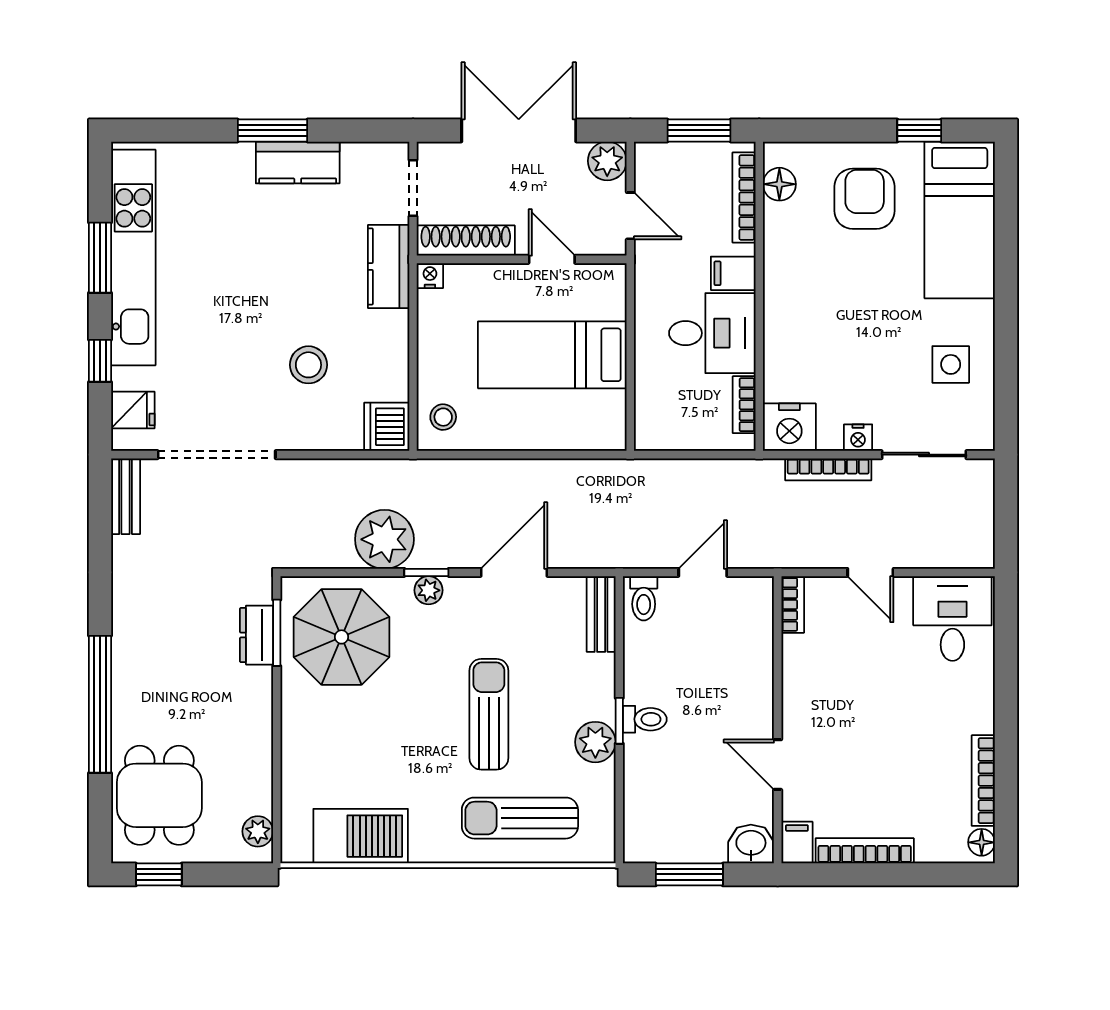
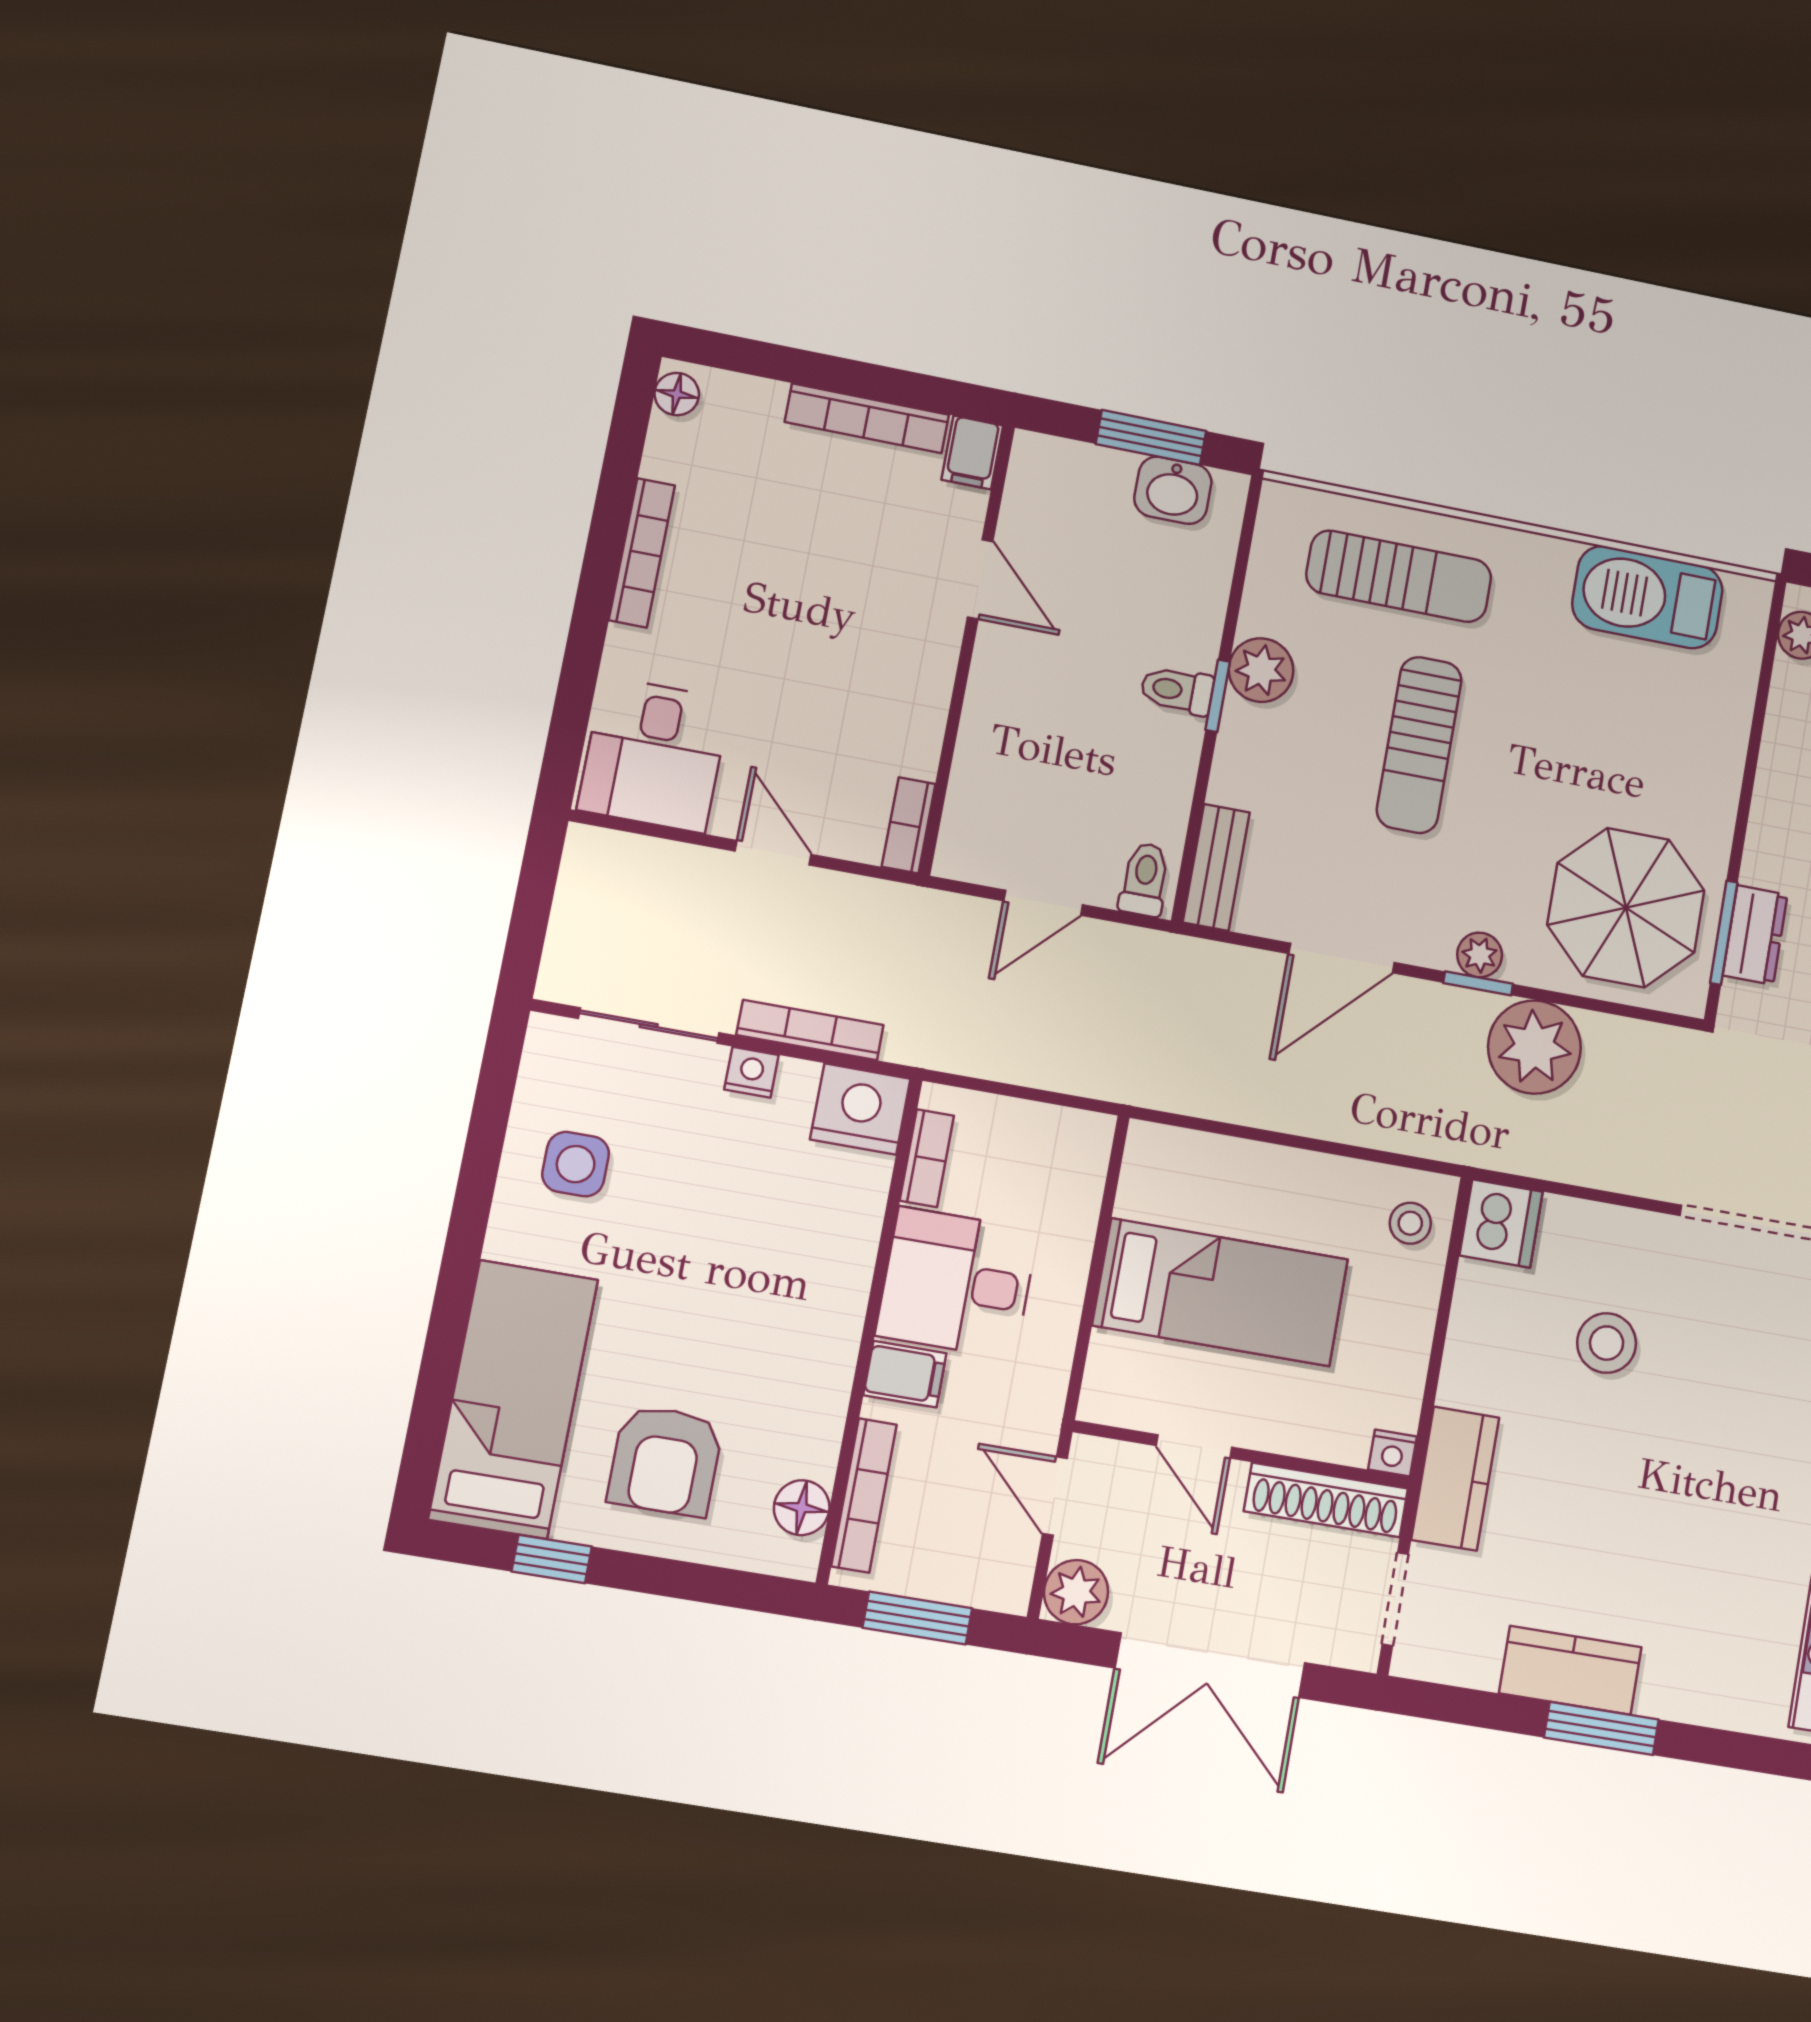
bookcase: (983, 781) -> (642, 553), moved
washbasin: (751, 844) -> (1173, 490), moved

